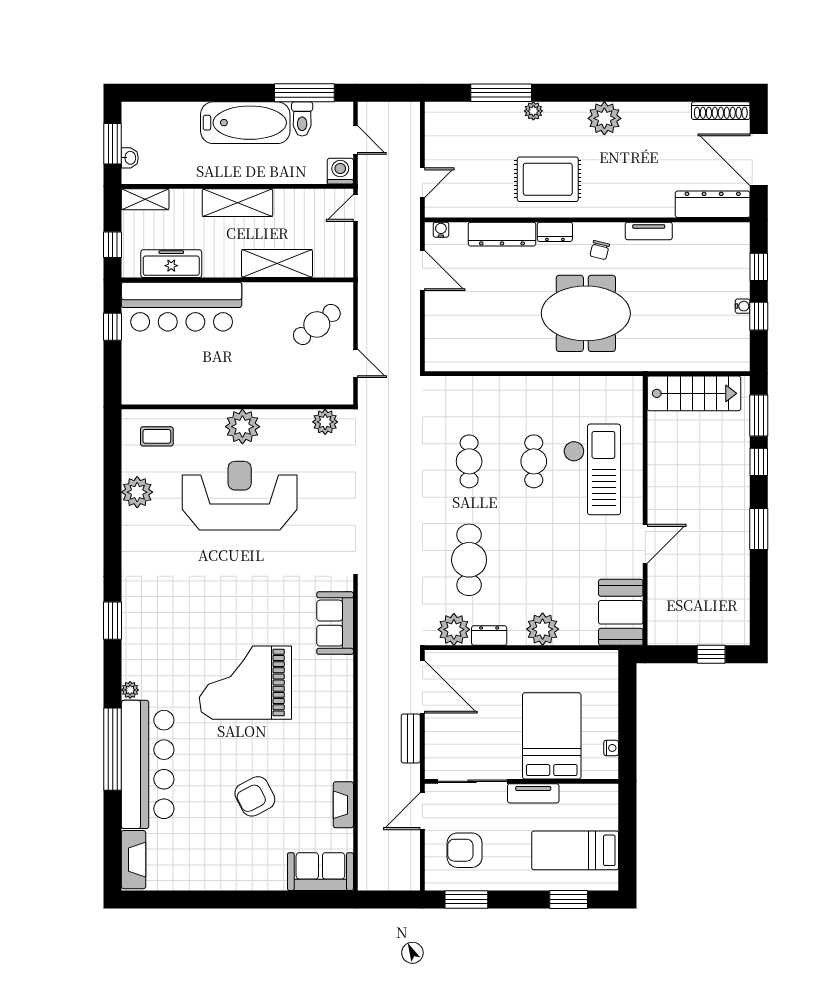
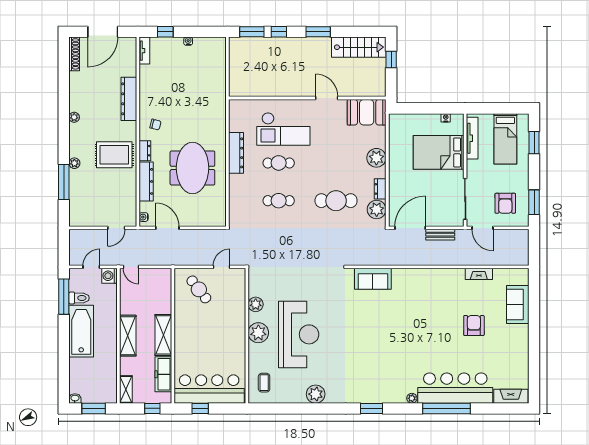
plant: (604, 118) -> (74, 117), width x0.53, depth x0.53
washbasin: (130, 158) -> (75, 398), moved
rug: (548, 179) -> (114, 155), turned 90
door: (422, 183) -> (116, 228), swing flipped
dresser: (713, 204) -> (129, 99), moved
tv unit: (649, 231) -> (144, 51), moved
shelving: (277, 264) -> (163, 335), moved
door: (422, 270) -> (167, 228), hinge flipped
bar counter: (182, 307) -> (209, 389), moved, turned -90
meeting table: (586, 313) -> (192, 168), moved
window: (759, 316) -> (194, 32), removed
dresser: (551, 388) -> (236, 153), added
stairs: (694, 393) -> (359, 47), moved, turned 90
plant: (325, 422) -> (256, 304), moved
checkout: (592, 469) -> (283, 129), turned 180
plant: (137, 492) -> (316, 394), moved
reception desk: (240, 496) -> (299, 334), turned 180
grand piano: (245, 683) -> (408, 331), removed
tv unit: (533, 793) -> (472, 138), moved, width x1.41
armchair: (255, 796) -> (474, 325), turned -153
sofa: (320, 872) -> (518, 305), moved

